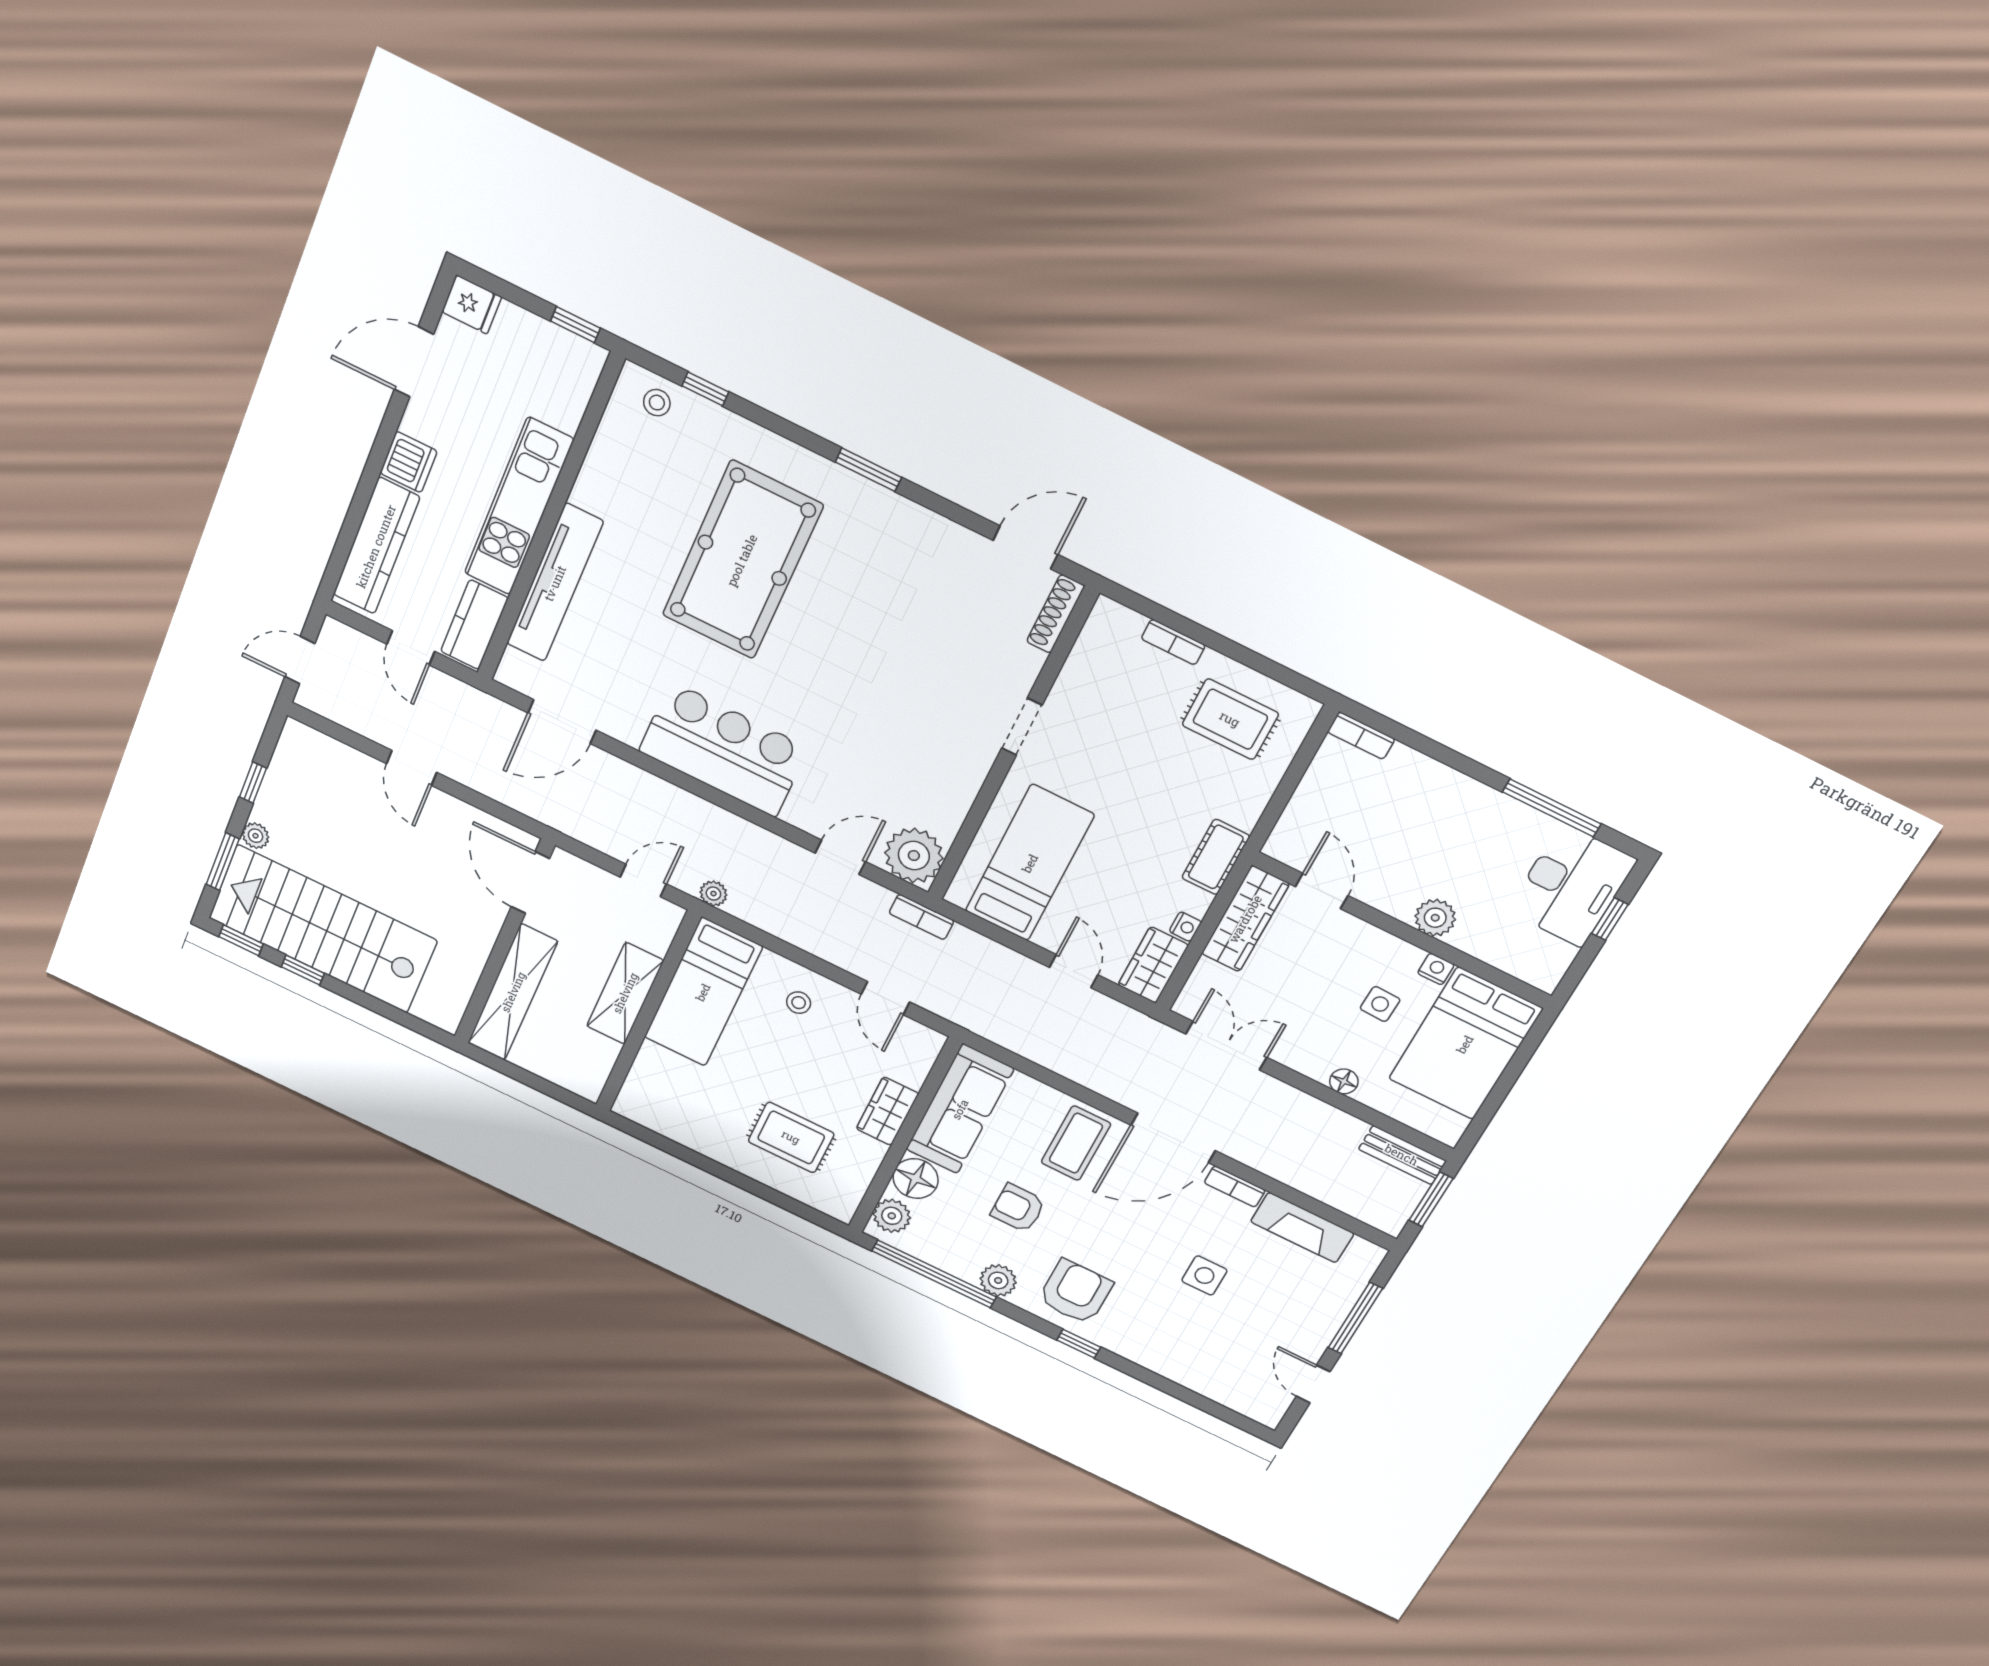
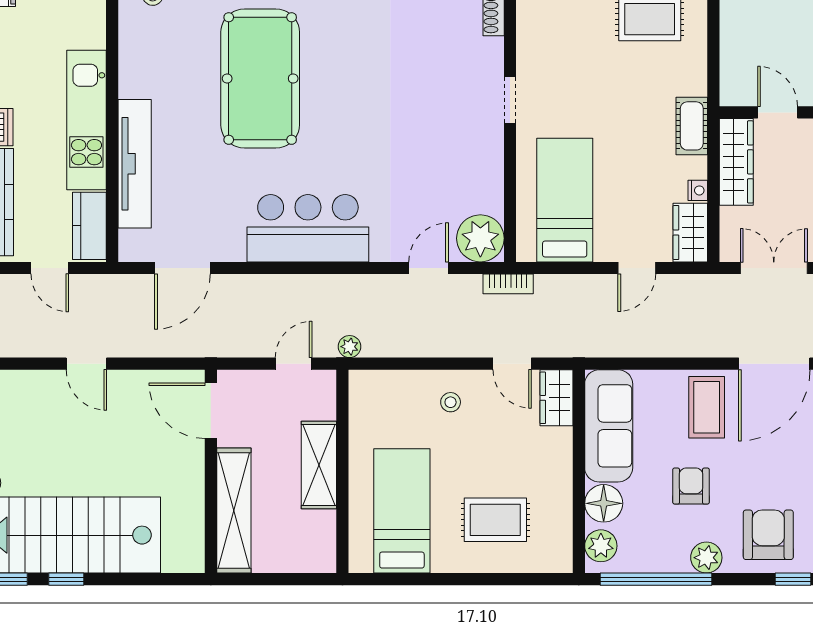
door: (1074, 971) -> (637, 268), swing flipped
bed: (703, 992) -> (402, 511), moved, turned 180
wardrobe: (887, 1111) -> (557, 398), moved
armchair: (1018, 1208) -> (691, 486), turned 90

